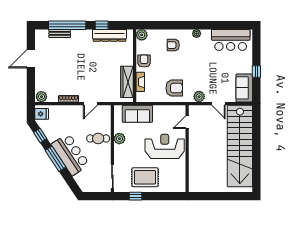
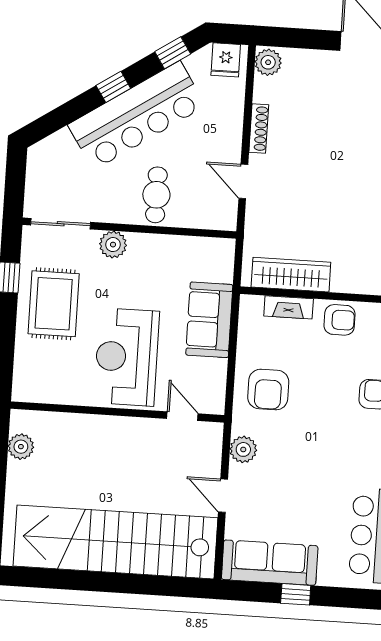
sofa: (244, 88) -> (270, 563), width x1.36
door: (218, 104) -> (223, 496), hinge flipped
sofa: (137, 114) -> (209, 320), moved
plant: (119, 139) -> (113, 245), moved
reception desk: (165, 146) -> (127, 357), turned 180
bar counter: (70, 154) -> (137, 115), width x1.36
window: (55, 159) -> (113, 87), width x0.46
plant: (204, 187) -> (21, 447), added

